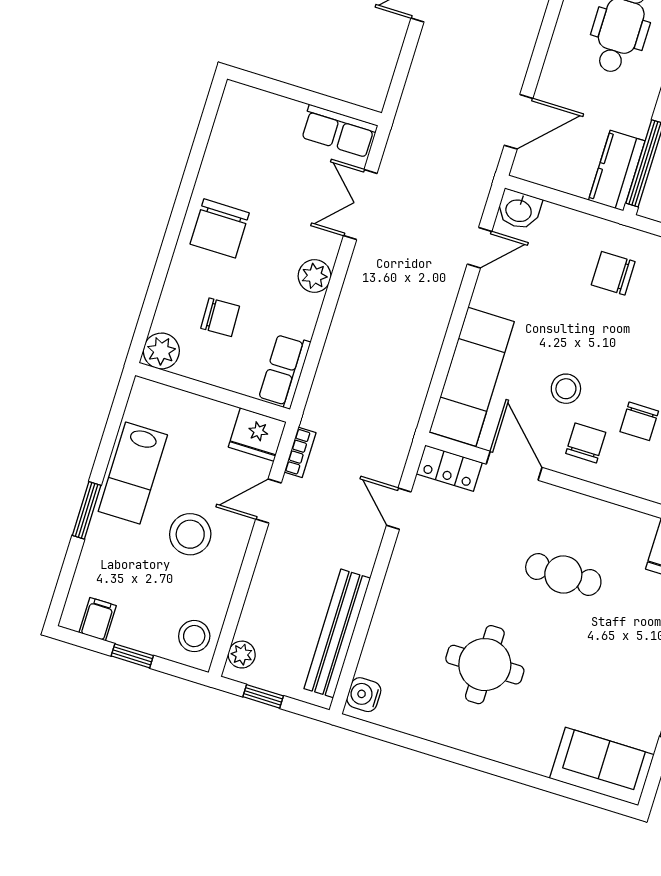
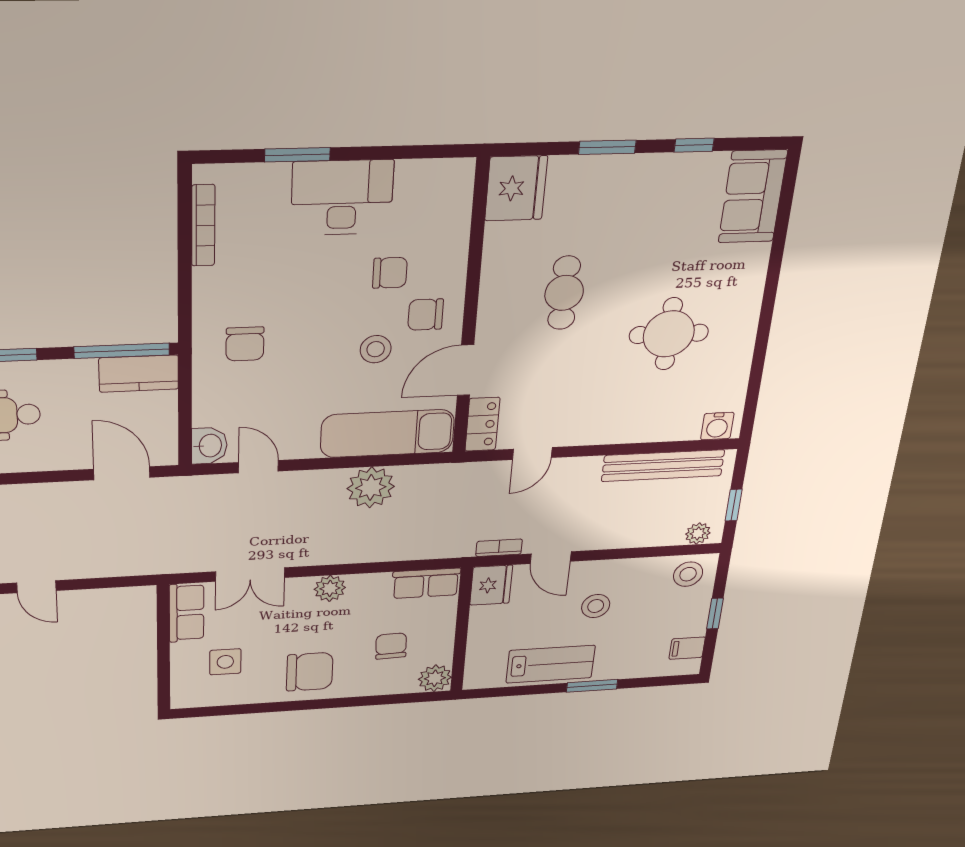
side table: (265, 150) -> (225, 662), added
plant: (417, 346) -> (371, 487), added
stool: (190, 534) -> (596, 606), width x0.73, depth x0.73

